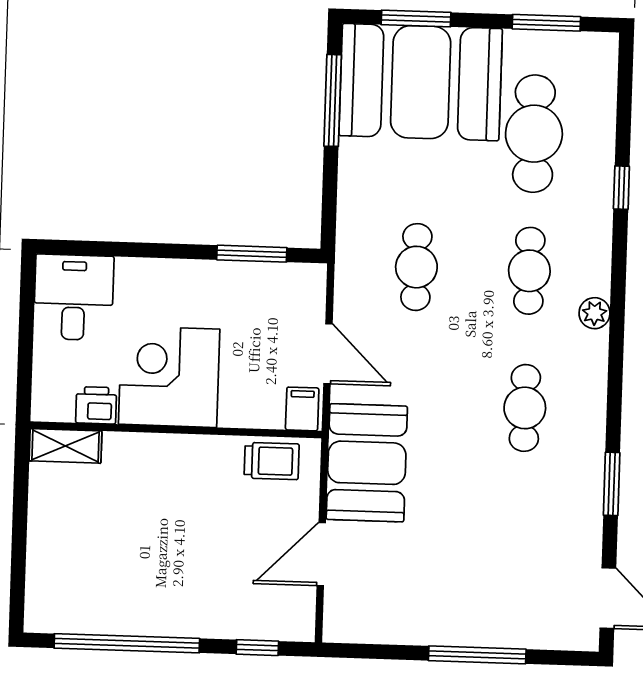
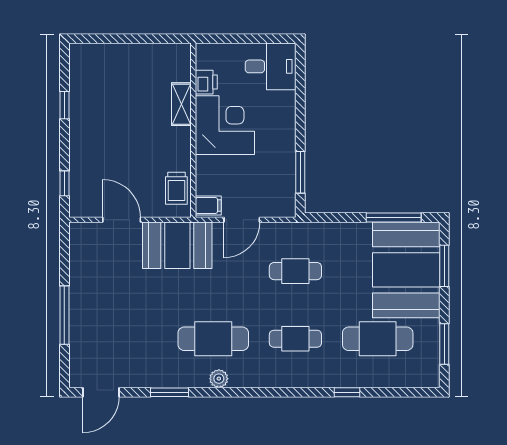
plant: (594, 313) -> (219, 379), moved
cafe table: (525, 408) -> (213, 339), width x1.37, depth x1.35
shelving: (65, 446) -> (181, 104), moved
window: (127, 643) -> (64, 105), width x0.32

